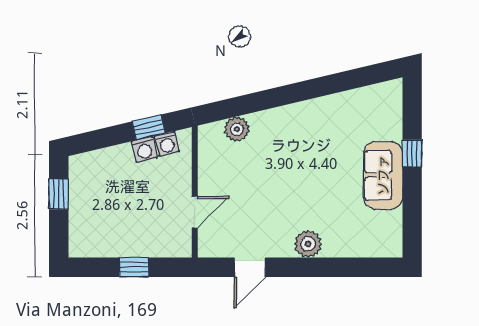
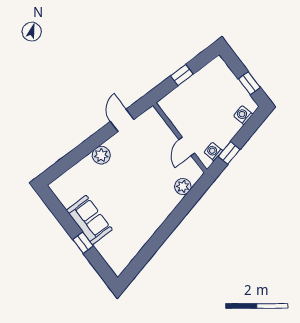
washing machine: (144, 149) -> (243, 115), moved
door: (195, 212) -> (187, 146), moved

